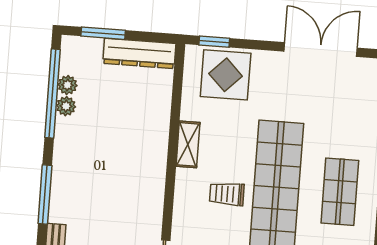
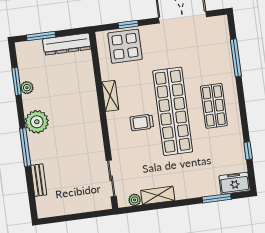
window: (214, 42) -> (128, 24), moved
plant: (67, 85) -> (37, 122), moved, width x1.88, depth x1.88
window: (53, 94) -> (17, 81), width x0.47

